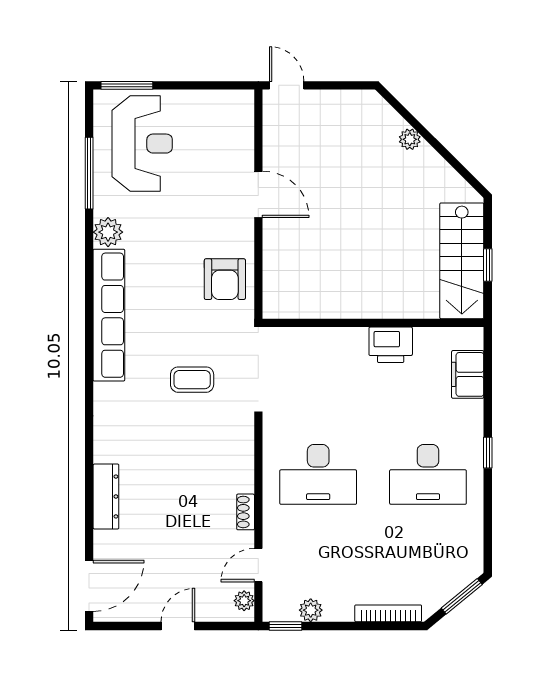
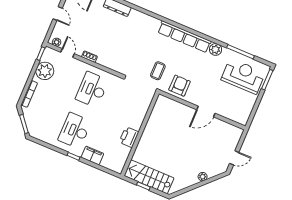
door: (287, 85) -> (234, 158), moved
reception desk: (142, 144) -> (243, 76), turned 180
armchair: (225, 279) -> (180, 86), turned 90
filing cabinet: (468, 374) -> (92, 156), moved
coffee table: (192, 380) -> (158, 71), moved
plant: (311, 610) -> (45, 71), width x1.87, depth x1.87

